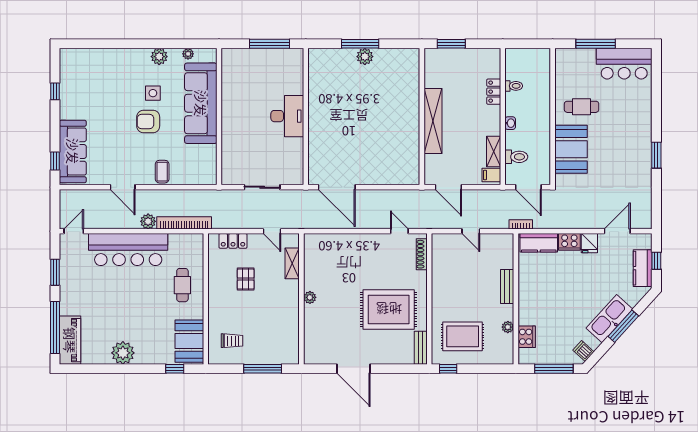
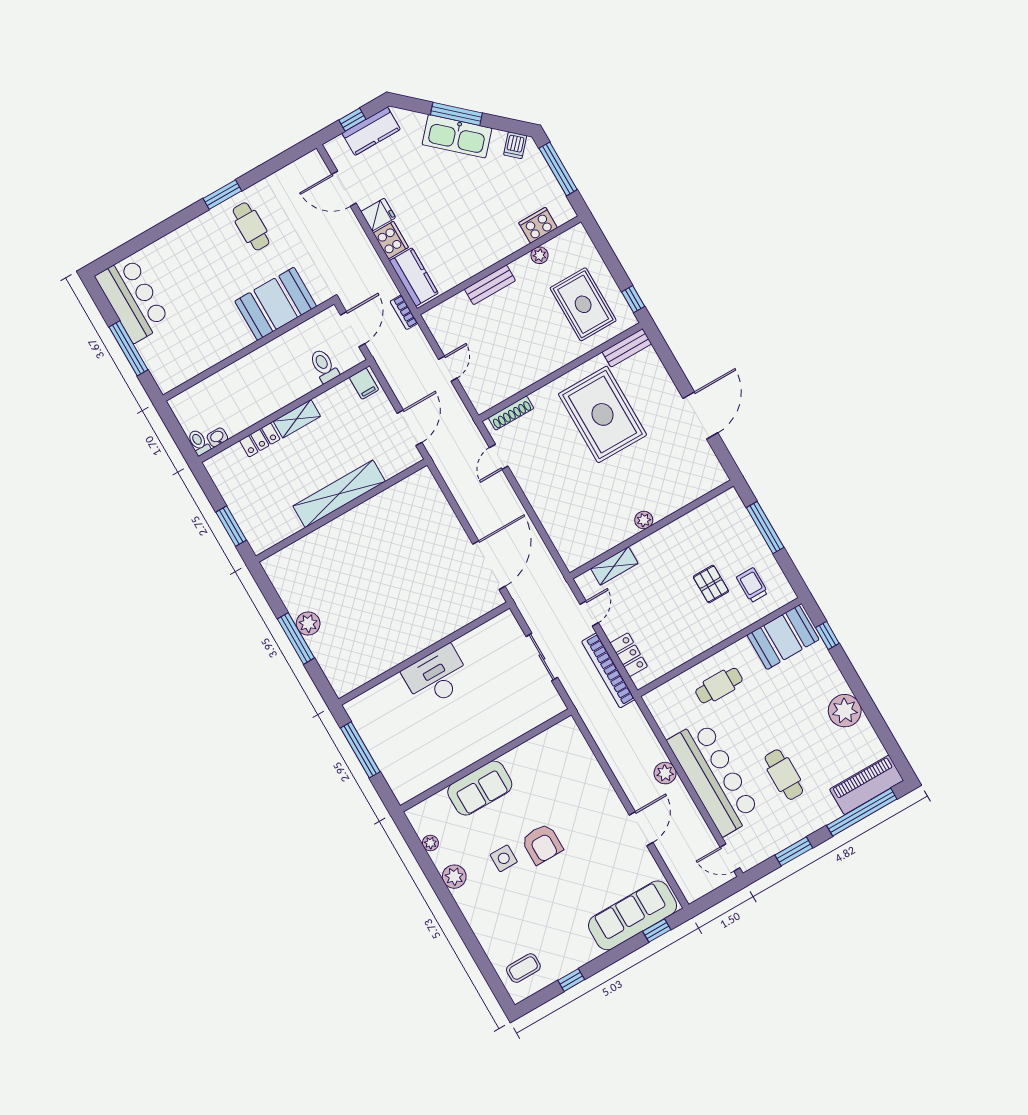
toilet: (514, 86) -> (199, 442), moved
sofa: (201, 103) -> (480, 788), width x0.54, depth x0.79
cafe table: (582, 107) -> (251, 226), moved
washbasin: (510, 123) -> (217, 437), moved
shelving: (494, 152) -> (297, 419), moved
coffee table: (162, 172) -> (523, 968), moved
bookcase: (184, 223) -> (608, 670), moved
pallet: (246, 279) -> (711, 584), moved, turned 90
cafe table: (105, 293) -> (784, 775), added

